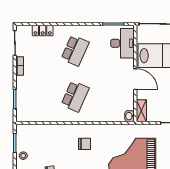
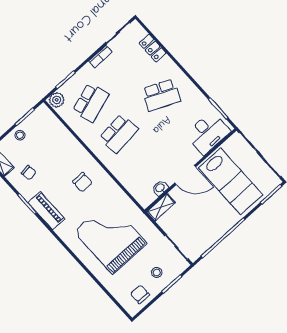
door: (135, 79) -> (185, 175), hinge flipped
school desk: (42, 96) -> (91, 103), added
school desk: (75, 96) -> (119, 134), turned -30
plant: (22, 115) -> (57, 100), added
washbasin: (130, 116) -> (160, 188), moved

